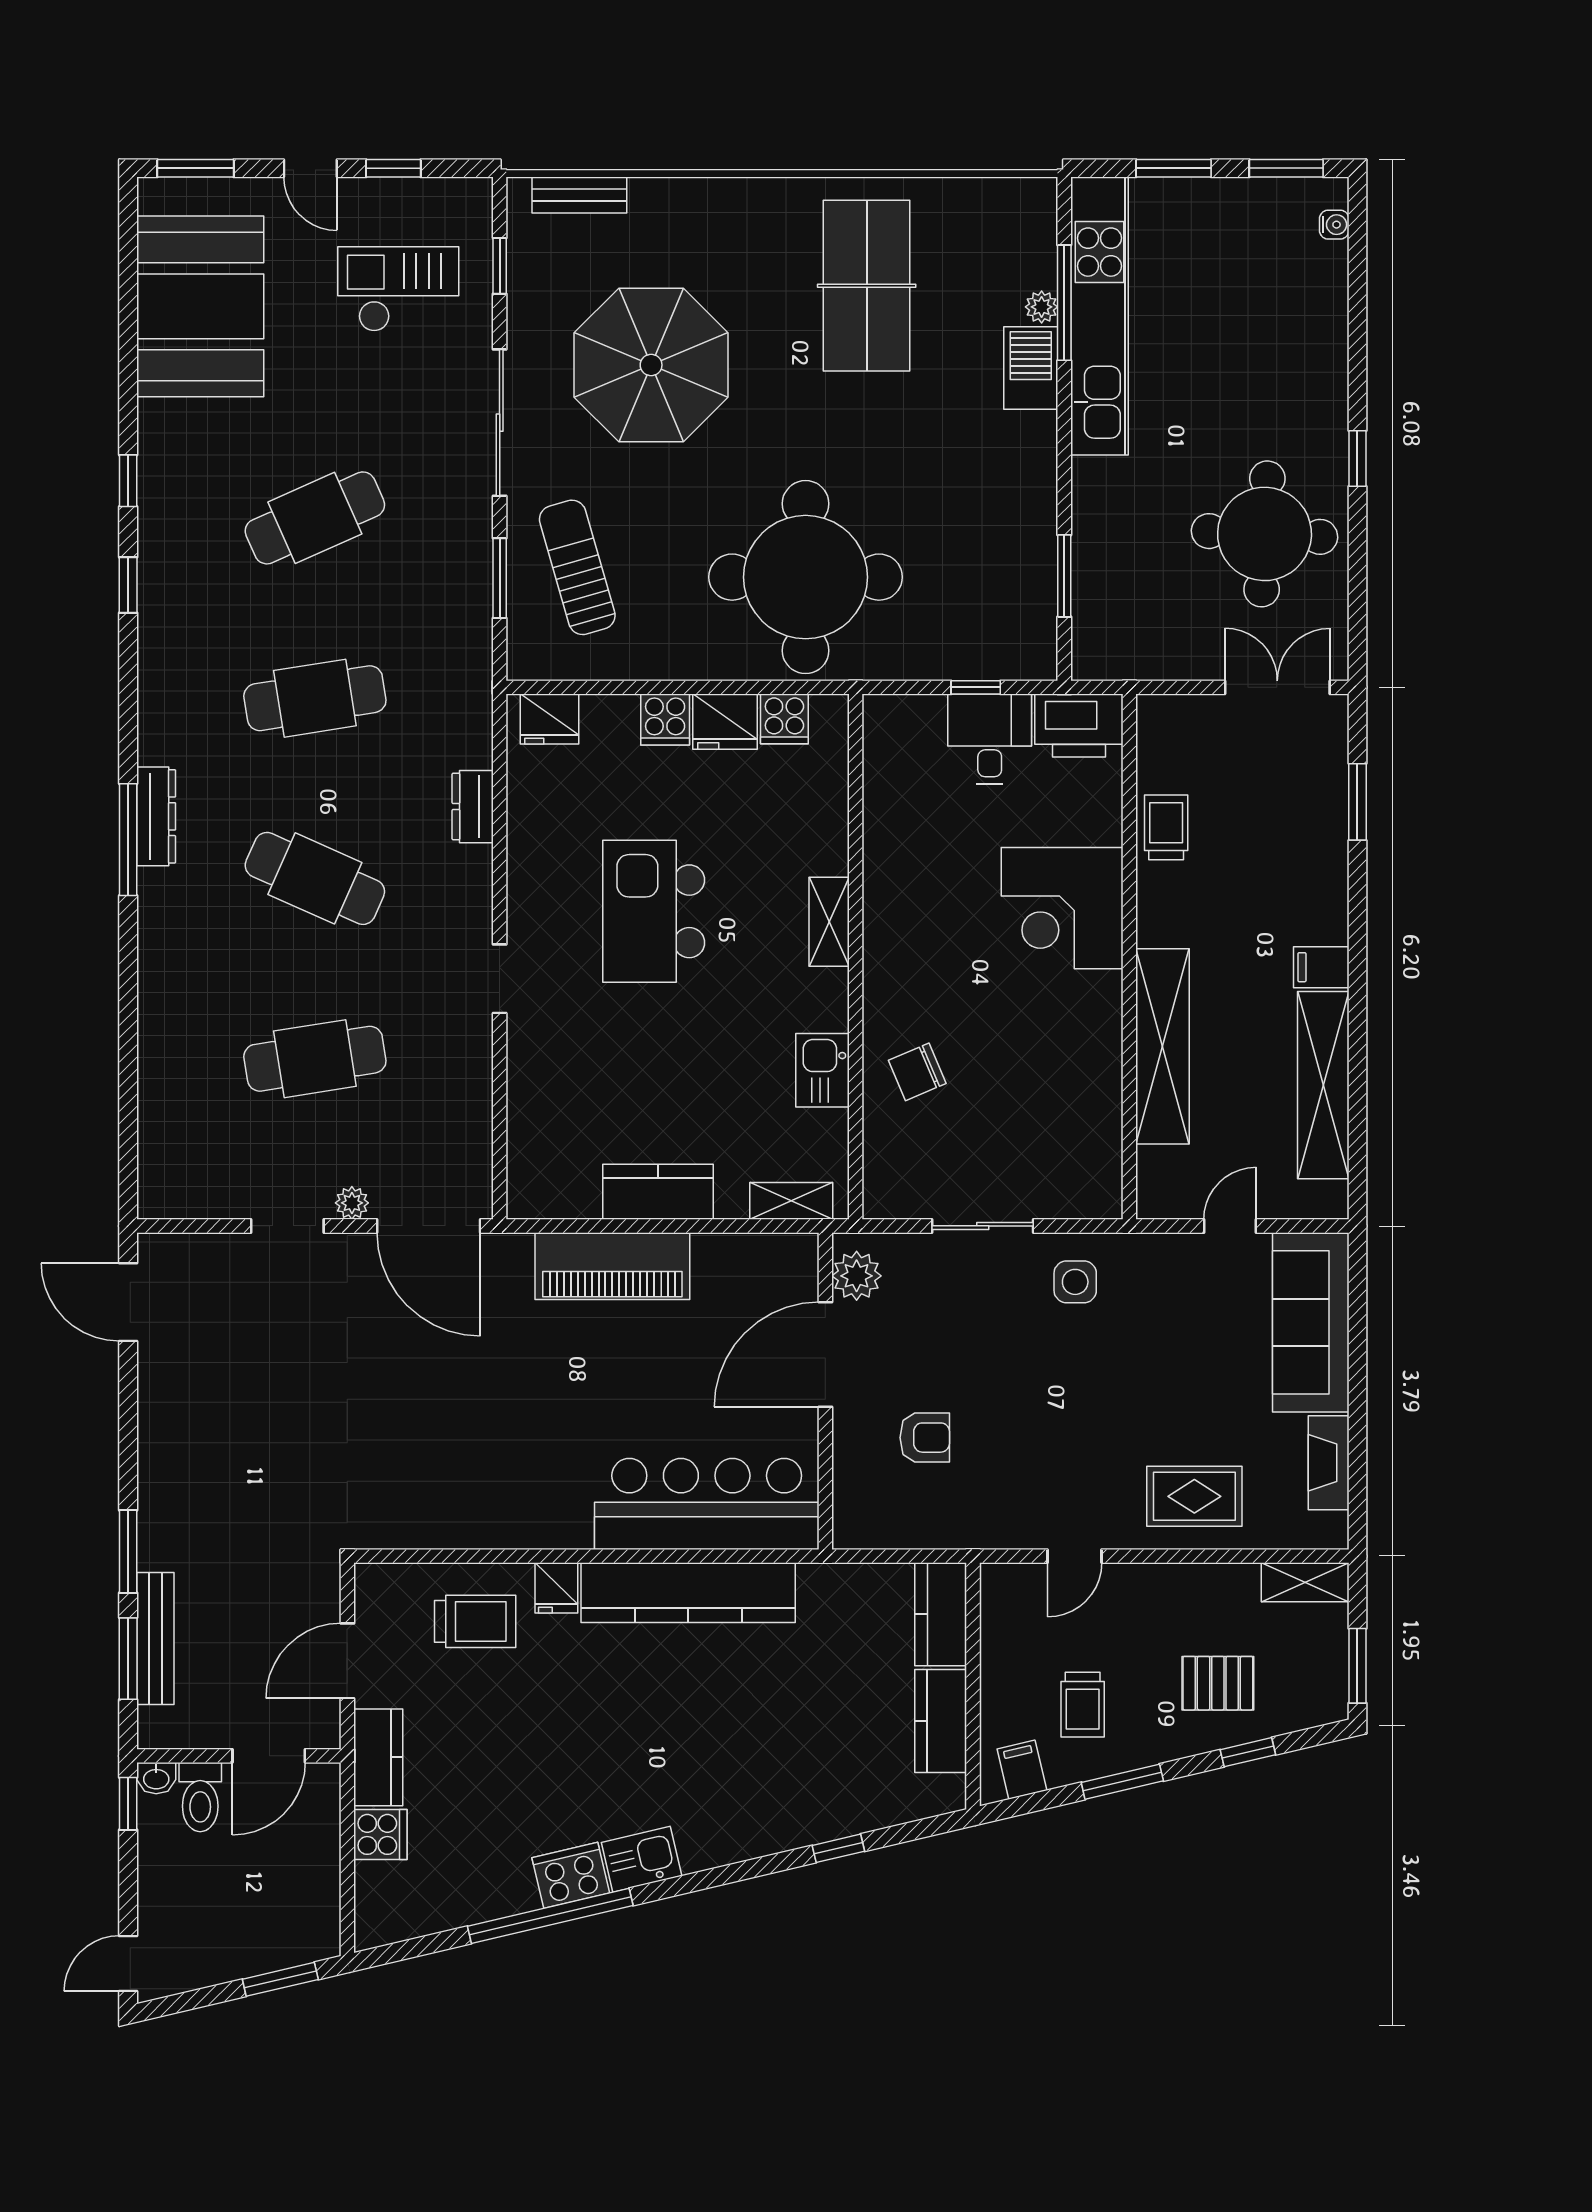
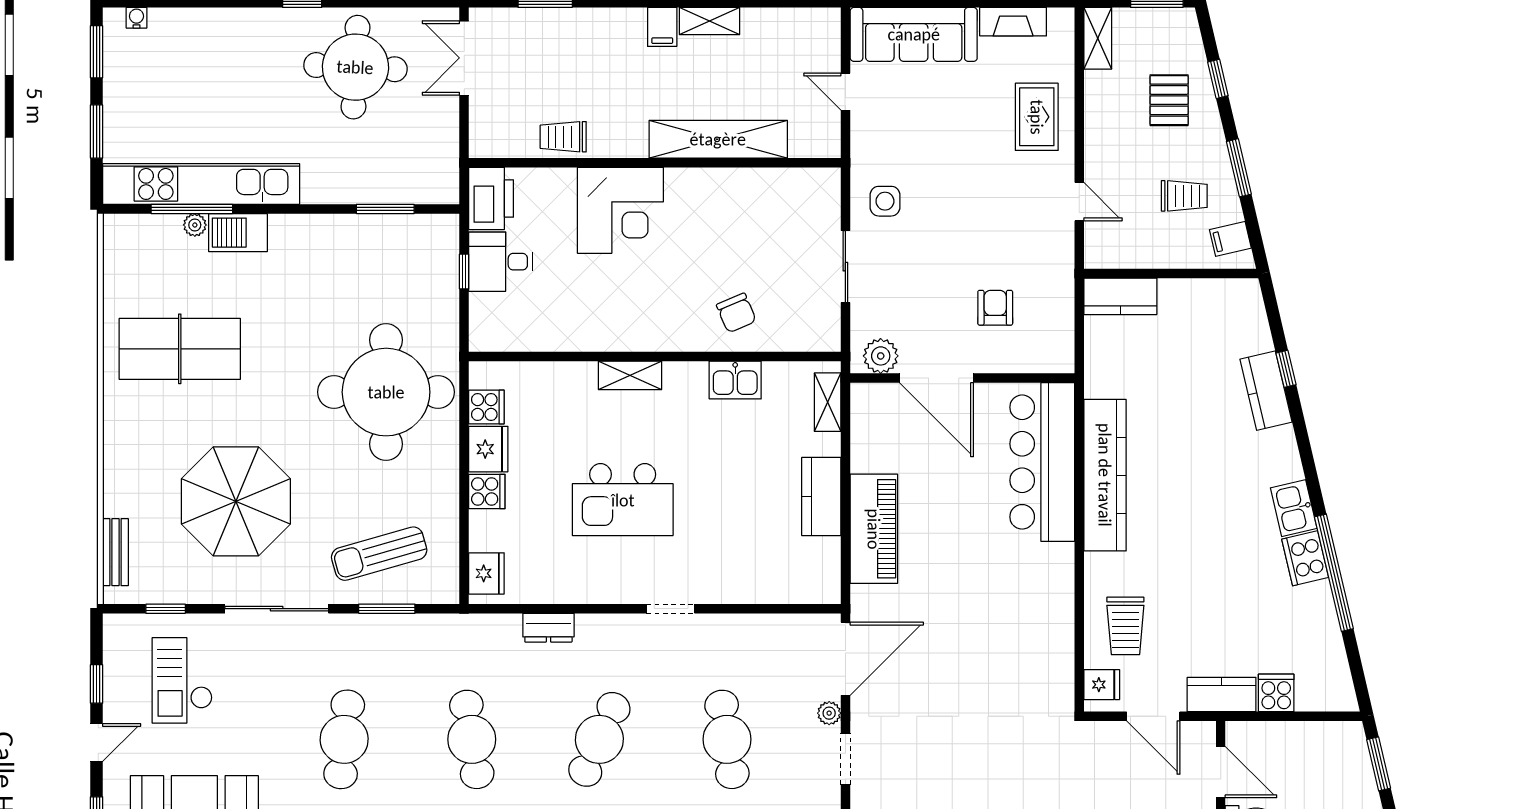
cafe table: (315, 518) -> (344, 739), turned 30
shelving: (1323, 1085) -> (709, 21), width x0.45, depth x0.75
fridge: (556, 1588) -> (1102, 685), moved
trolley: (475, 1621) -> (1125, 626), turned 180
kitchen counter: (941, 1721) -> (1266, 391), moved, turned 77

